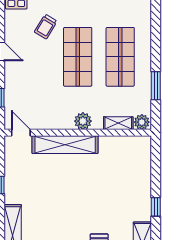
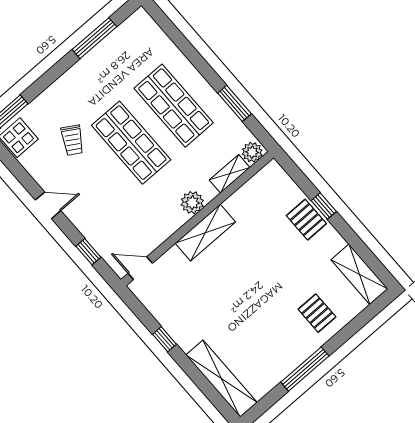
shelving: (65, 145) -> (205, 233), width x0.68
pallet: (139, 187) -> (306, 220), added
window: (156, 207) -> (324, 206), moved

